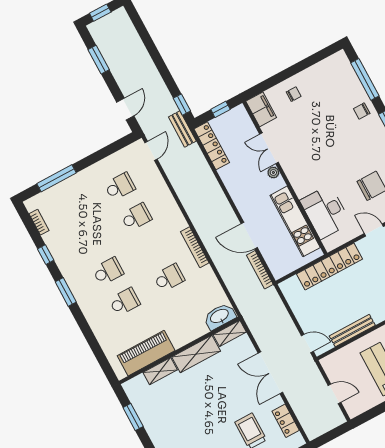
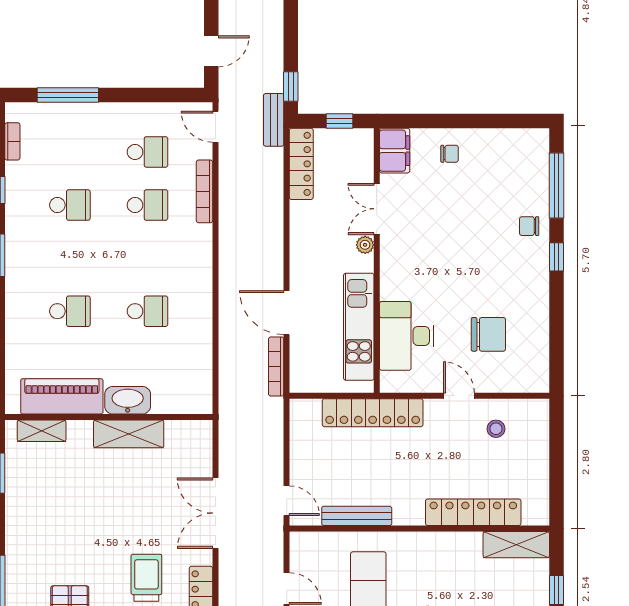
door: (151, 151) -> (215, 127), swing flipped
bookcase: (195, 247) -> (205, 191), moved
school desk: (108, 271) -> (70, 205), moved
washbasin: (220, 316) -> (128, 400), moved
shelving: (230, 333) -> (189, 430), removed
shelving: (160, 371) -> (42, 431), moved

